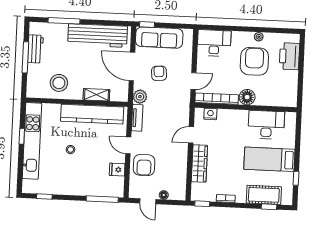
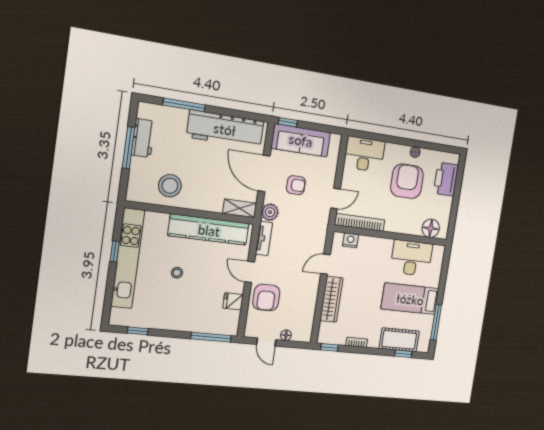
armchair: (159, 73) -> (296, 185), turned 95
shelving: (96, 95) -> (240, 208), moved
floor lamp: (247, 97) -> (431, 228), moved
window: (296, 178) -> (436, 322), width x2.17

